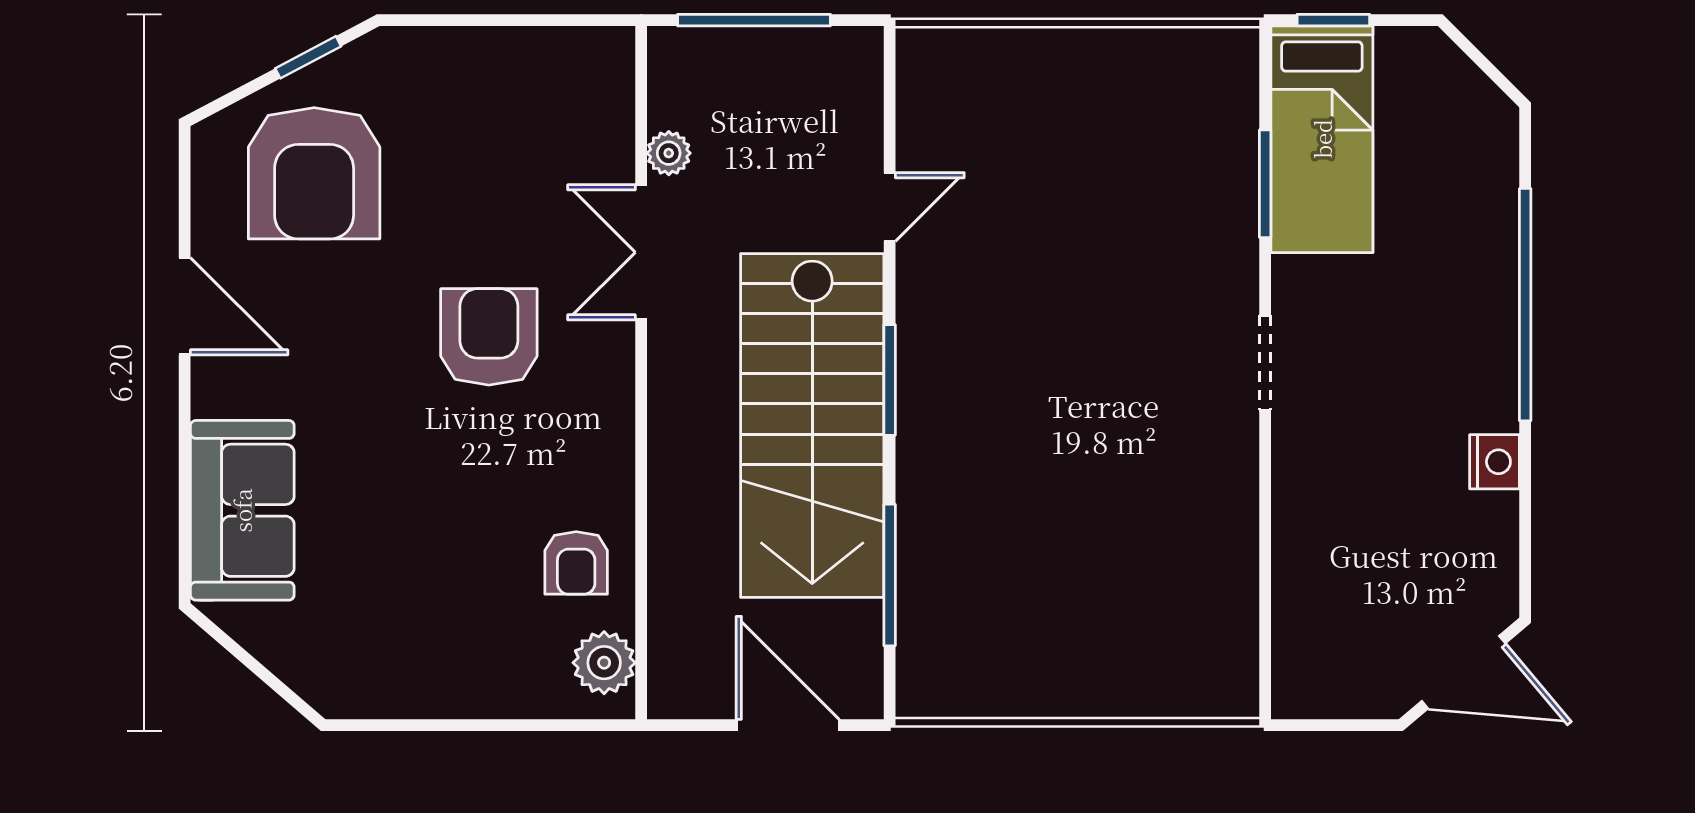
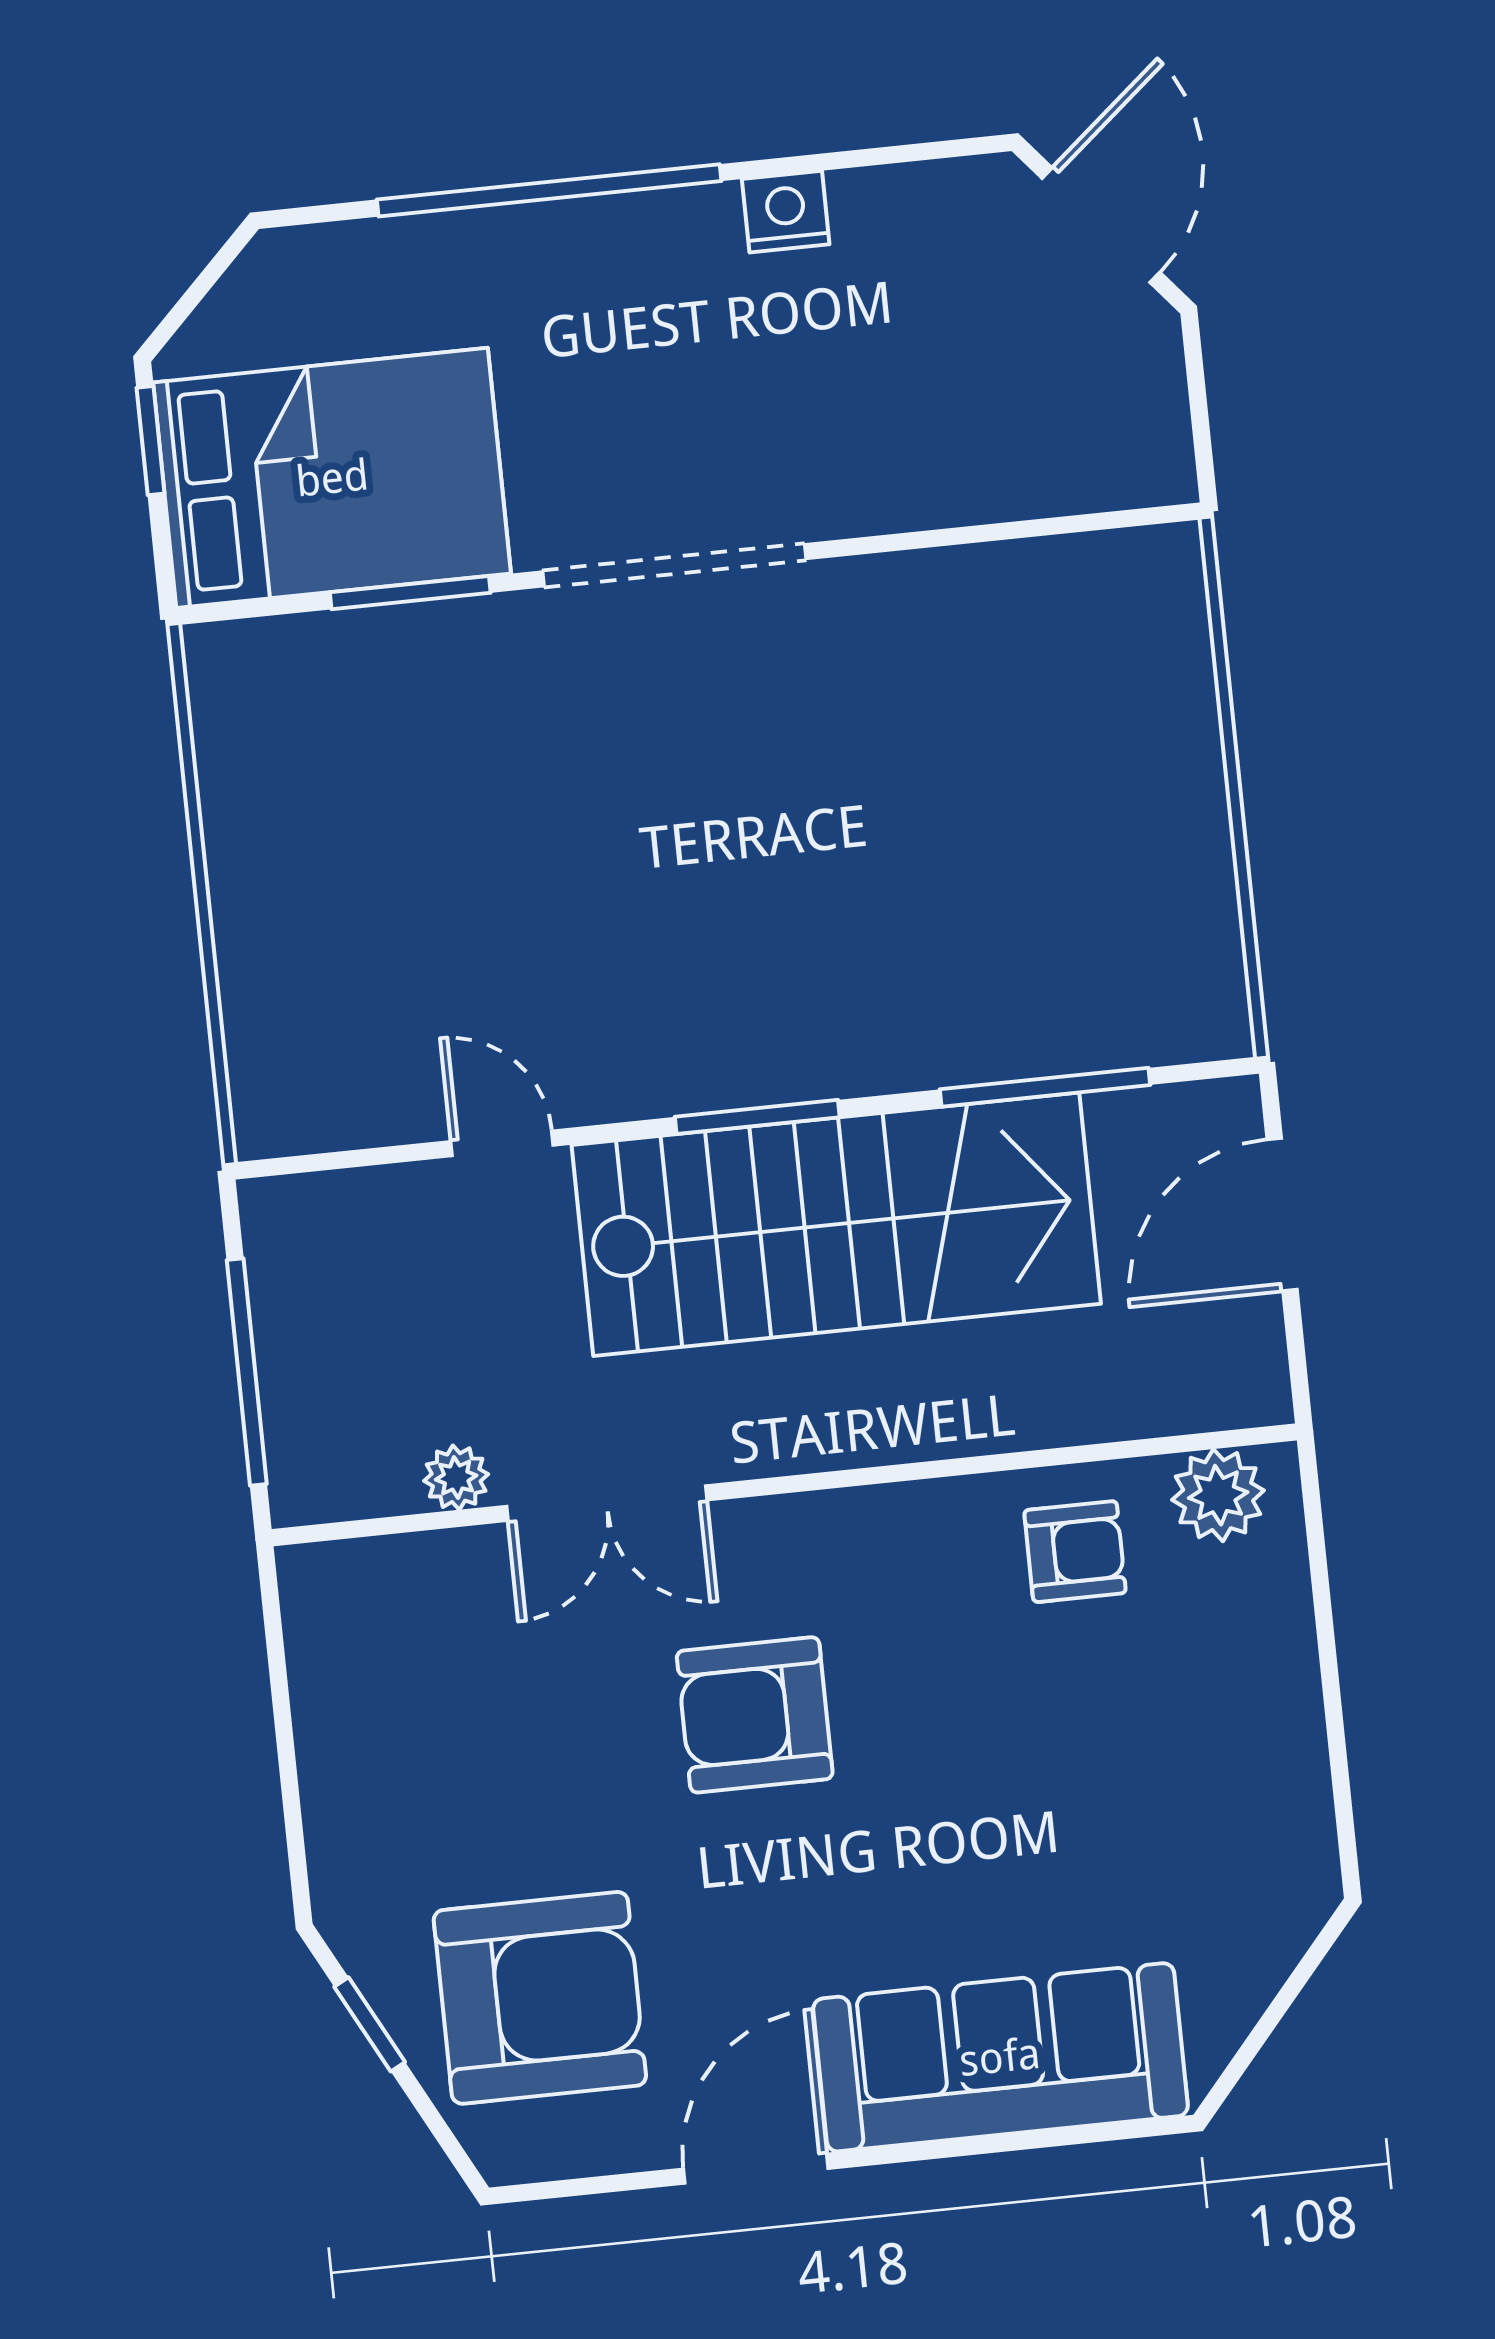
window: (1333, 20) -> (151, 441), moved
bed: (1322, 139) -> (332, 478), width x1.50
doorway: (1265, 363) -> (674, 565), width x1.88
sofa: (242, 510) -> (1000, 2057), width x1.36

